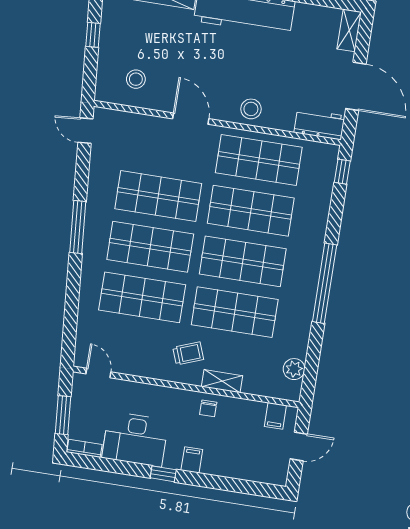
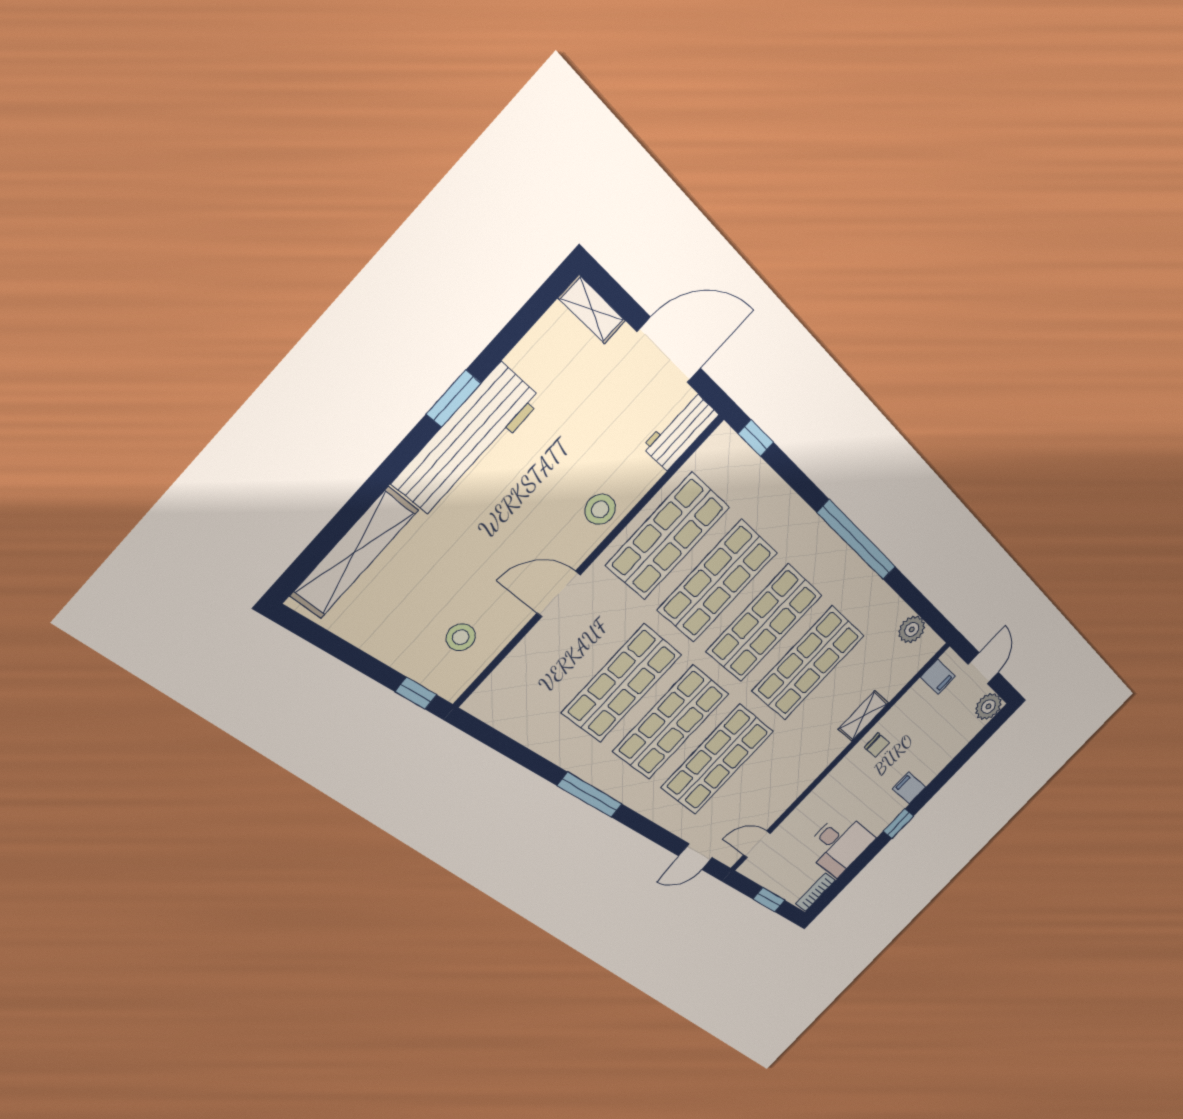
window: (93, 35) -> (416, 693), moved
door: (85, 131) -> (696, 857), moved
trolley: (188, 353) -> (810, 738), removed
window: (63, 415) -> (769, 900), width x0.67
desk: (135, 439) -> (839, 844), width x0.73
plant: (277, 474) -> (988, 706), added

